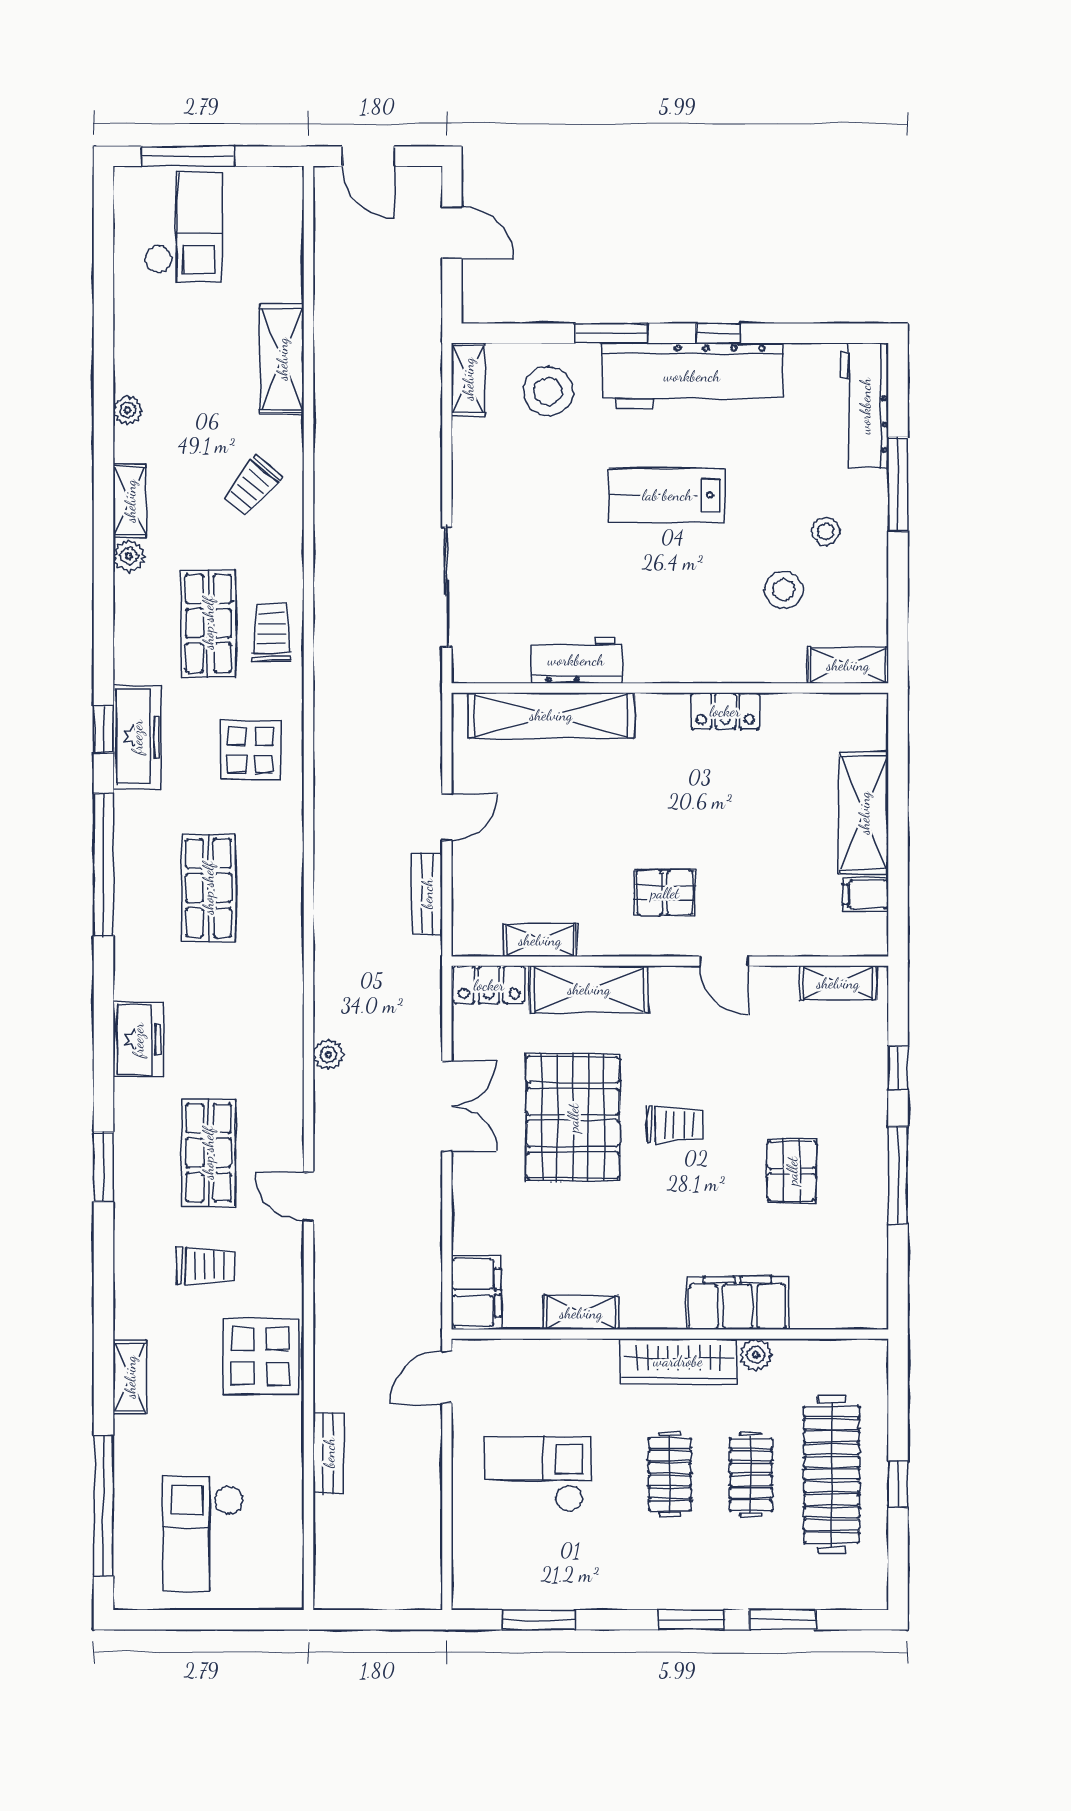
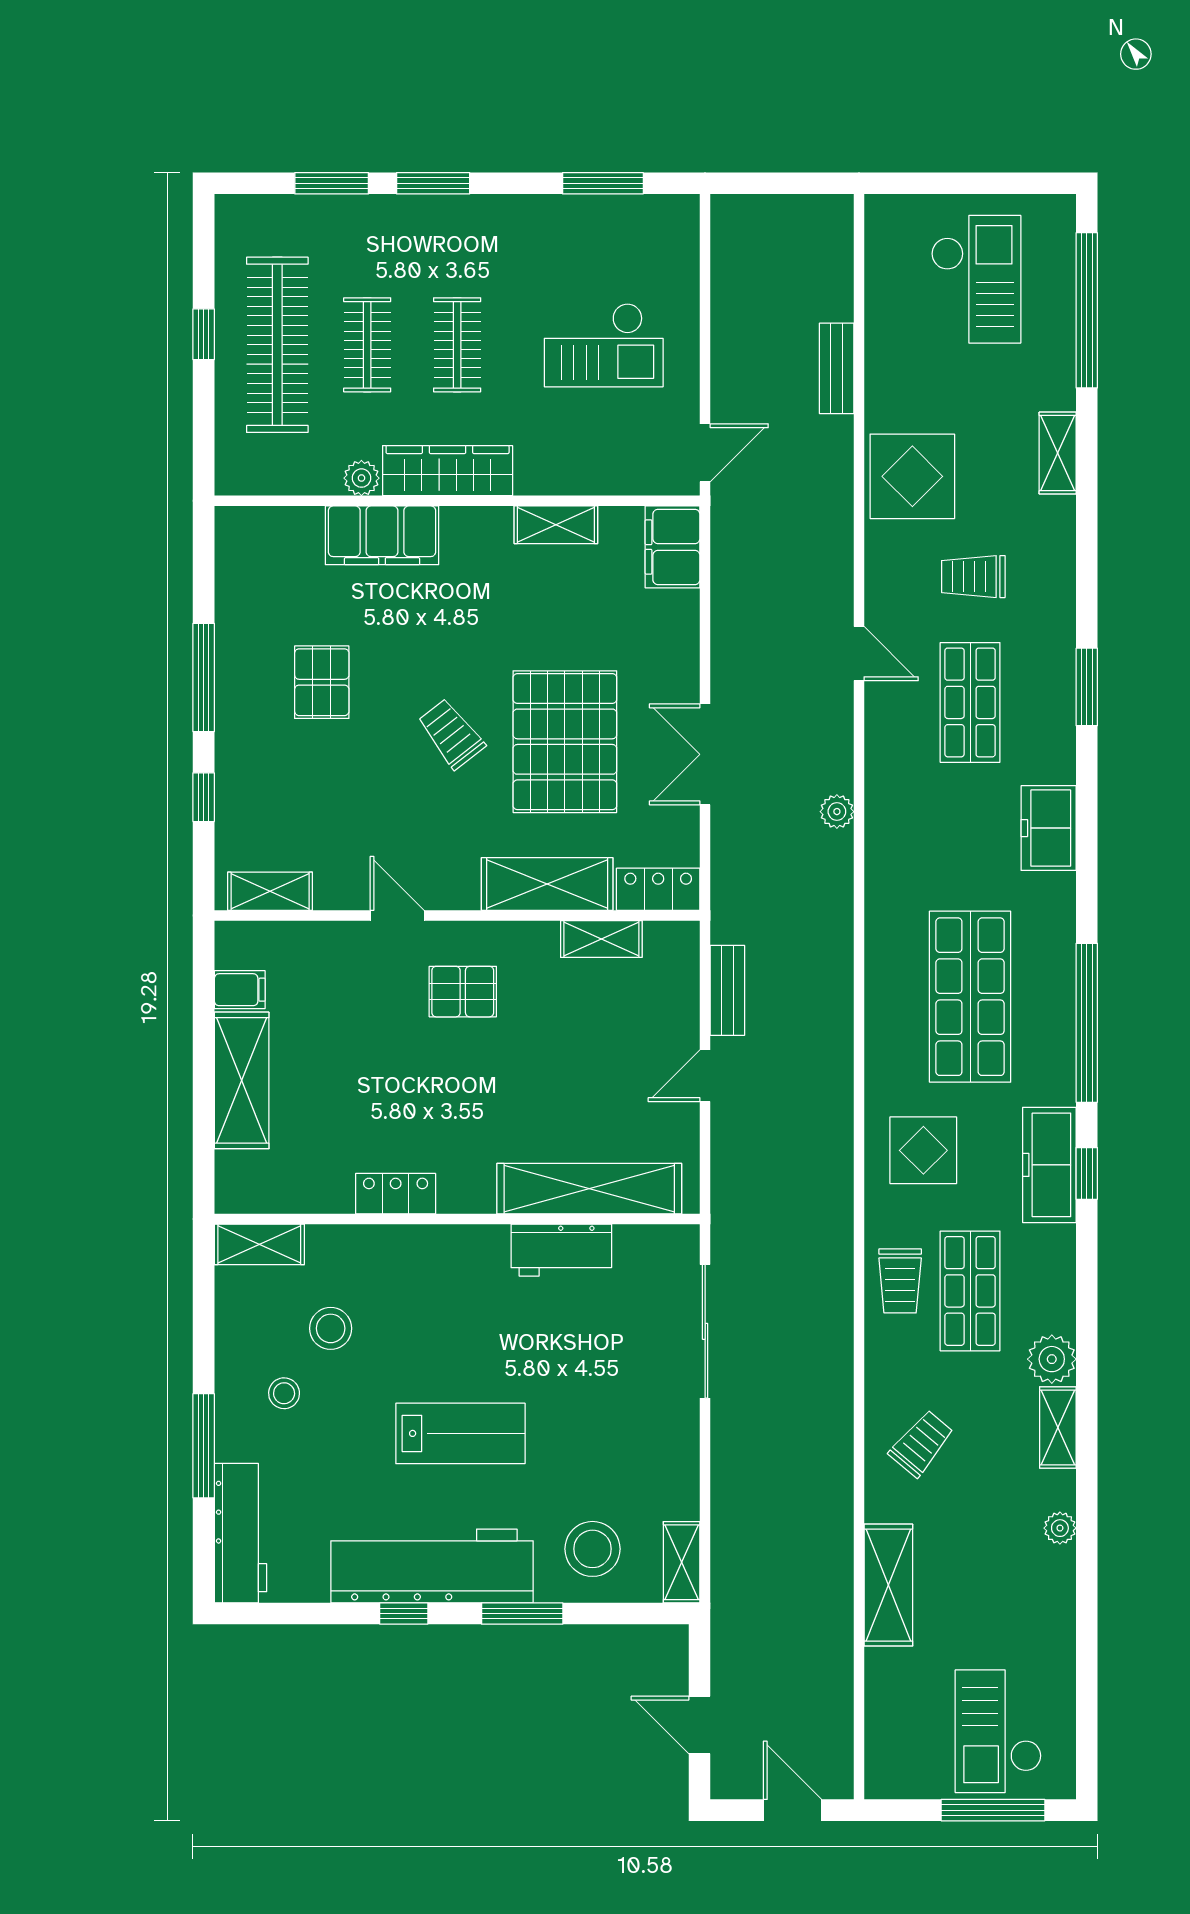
plant: (129, 556) -> (1052, 1359), width x1.38, depth x1.38
shop shelf: (208, 888) -> (970, 997), width x1.43, depth x1.36
trolley: (675, 1125) -> (451, 734), turned 52

